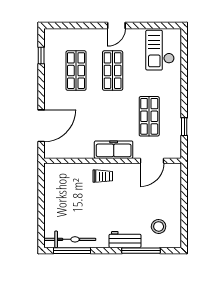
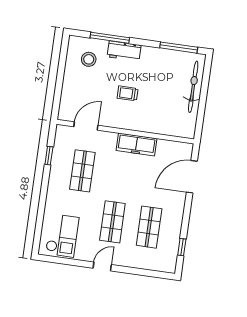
freezer: (114, 150) -> (137, 145), moved
trolley: (103, 176) -> (128, 93), moved
bicycle: (70, 239) -> (193, 87), moved, turned 90

